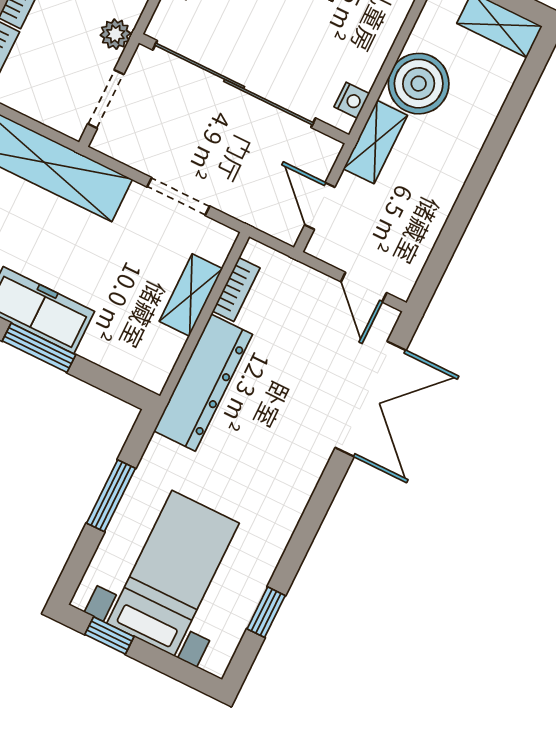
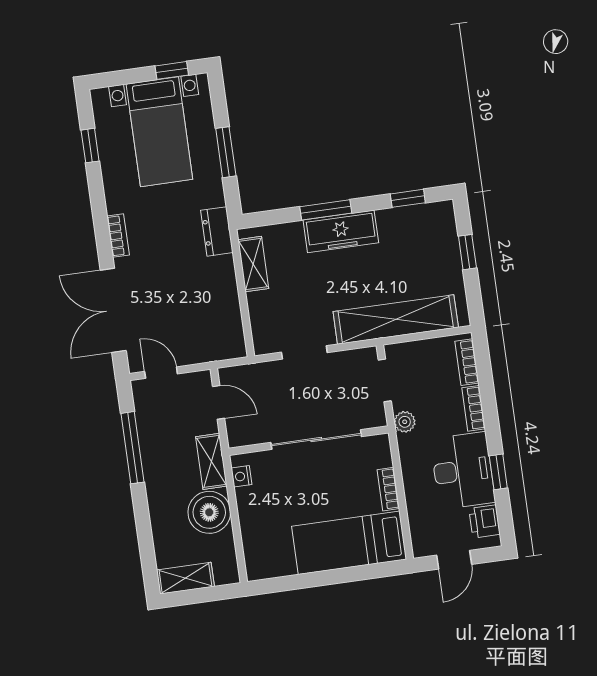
sliding door: (234, 84) -> (316, 440), width x0.73
window: (458, 221) -> (132, 448), added
bookcase: (236, 290) -> (118, 236), moved, turned 180
shelving: (191, 295) -> (253, 264), moved
dresser: (203, 383) -> (217, 231), width x0.51, depth x0.80

